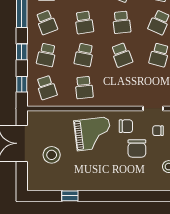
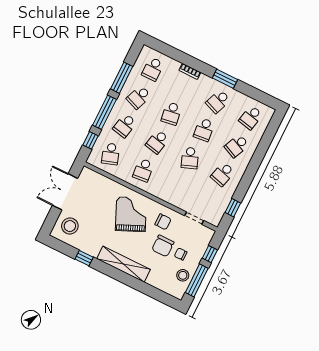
school desk: (46, 22) -> (139, 97), turned 42
window: (22, 52) -> (104, 112), width x2.17
chair: (158, 131) -> (181, 254), moved
grand piano: (93, 134) -> (131, 214), turned -107
stool: (52, 155) -> (70, 226), moved
shelving: (109, 183) -> (123, 264), added

